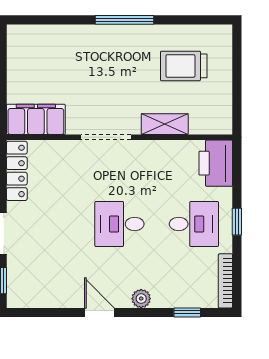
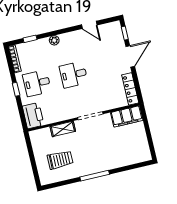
desk: (119, 224) -> (74, 75), turned 180
door: (99, 312) -> (89, 25), moved

